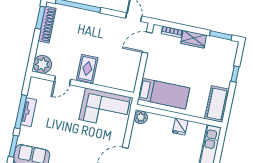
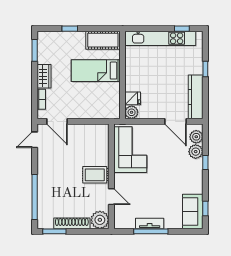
shoe rack: (47, 25) -> (72, 223), moved
bed: (164, 94) -> (96, 71), moved, turned -90
fridge: (180, 127) -> (133, 98), moved
window: (14, 146) -> (186, 231), removed

